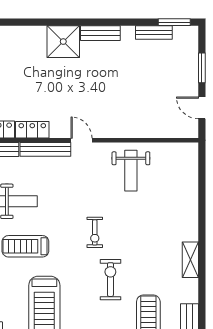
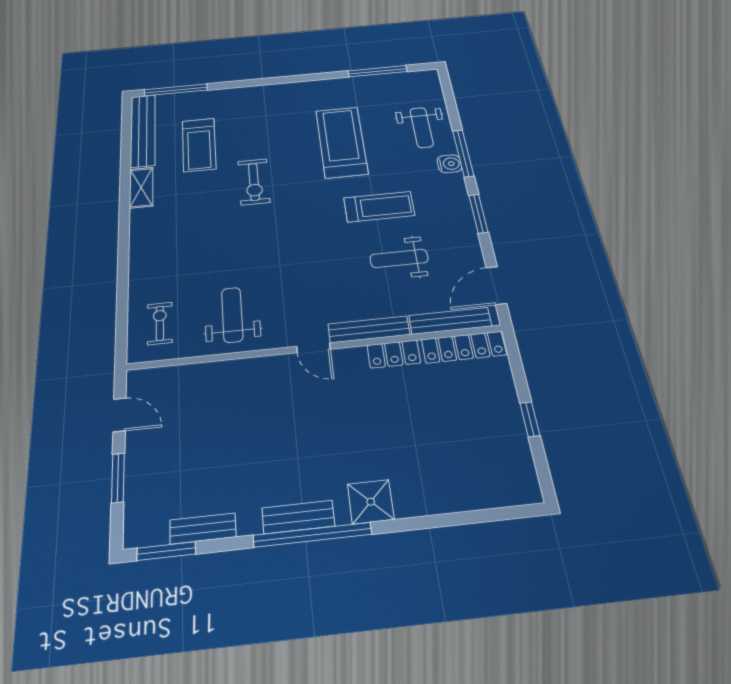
window: (93, 22) -> (312, 535), added
shower: (63, 42) -> (371, 502), width x0.73, depth x0.73
exercise bike: (95, 232) -> (160, 323), moved
shelving: (190, 260) -> (141, 187), moved

